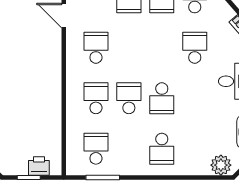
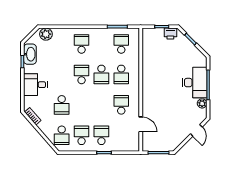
school desk: (96, 48) -> (121, 105), turned 180
school desk: (96, 149) -> (121, 44), turned 180
printer: (39, 166) -> (170, 34), moved

